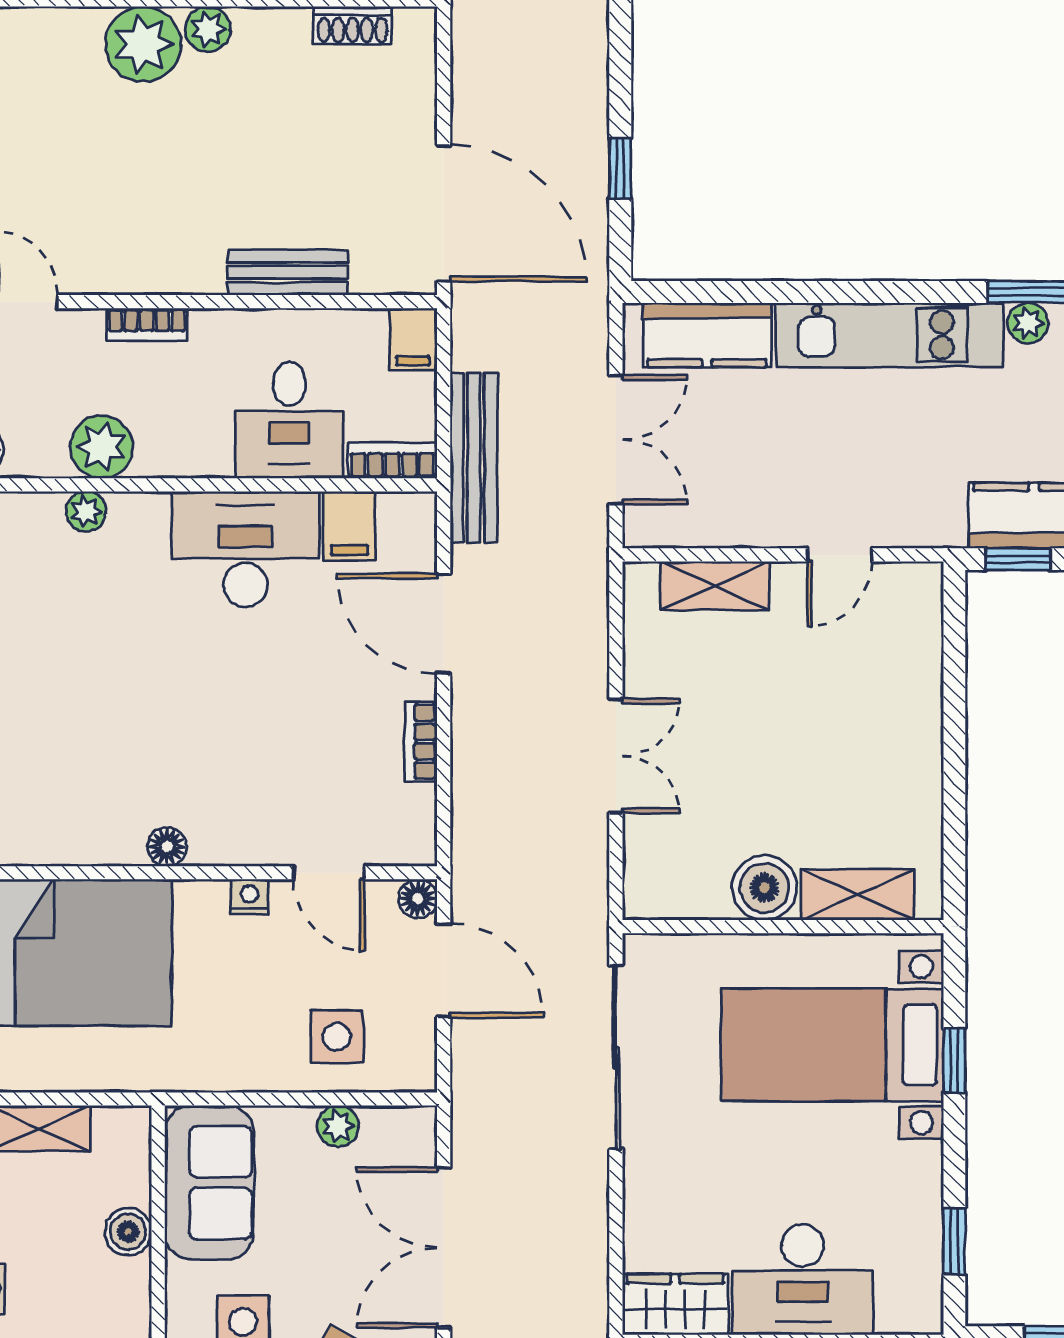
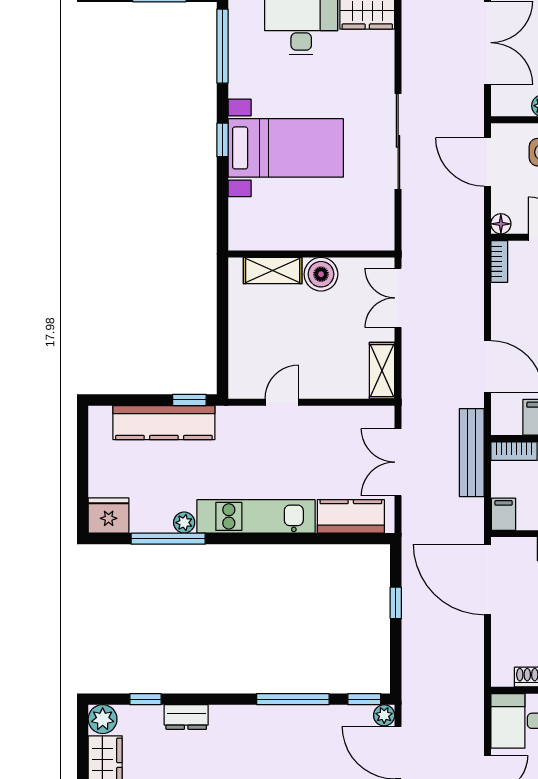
shelving: (715, 586) -> (382, 371), moved, turned 90
bookcase: (421, 742) -> (499, 261), moved
boiler: (764, 888) -> (321, 274), moved
shelving: (857, 895) -> (273, 271), moved
wall: (783, 927) -> (311, 254), moved
door: (444, 971) -> (487, 162), moved
window: (954, 1241) -> (222, 46), width x2.17

